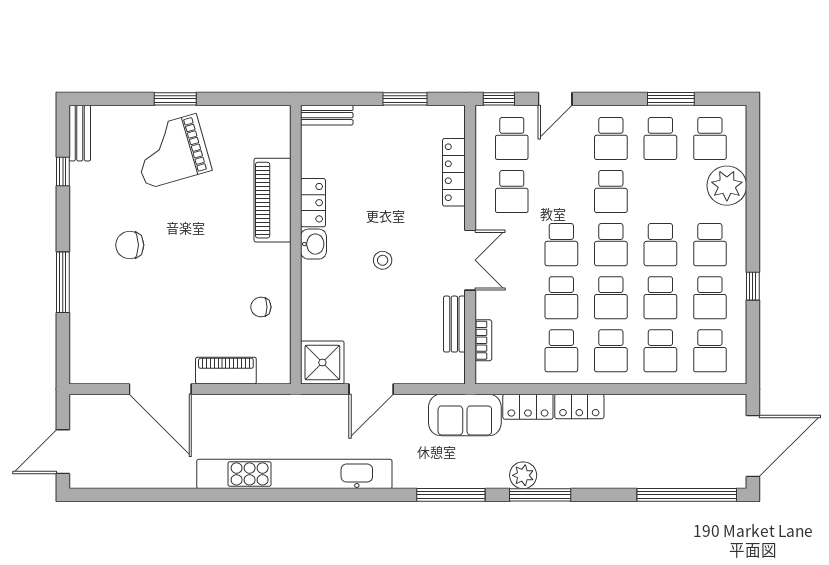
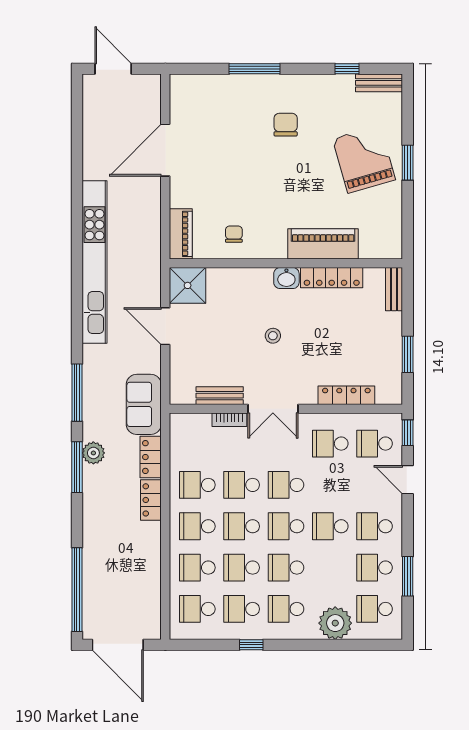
locker: (313, 203) -> (332, 278), width x1.53
bookcase: (483, 340) -> (229, 420), moved
piano: (226, 371) -> (181, 234), moved

